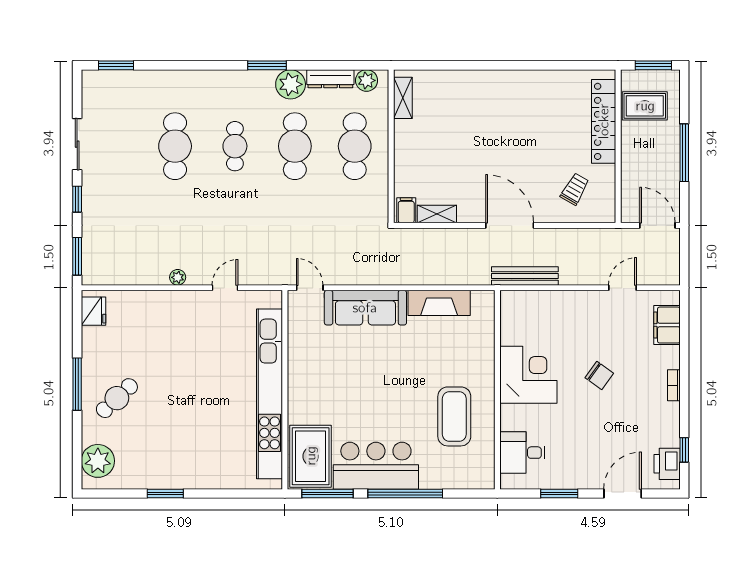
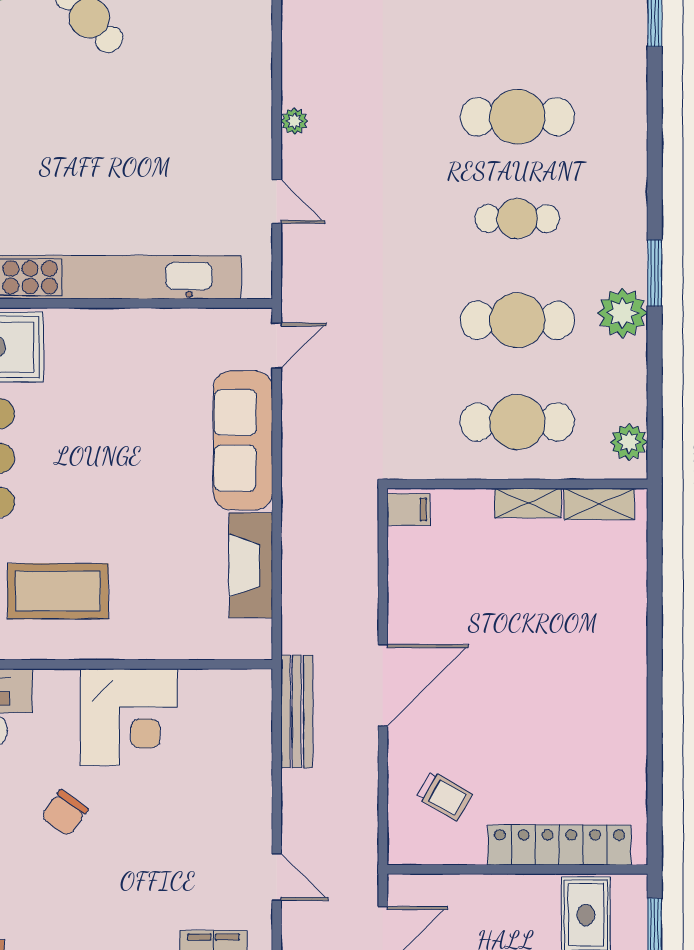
dresser: (330, 79) -> (632, 381), removed
shelving: (437, 214) -> (528, 503), moved, turned 90
chair: (599, 375) -> (65, 813), moved

